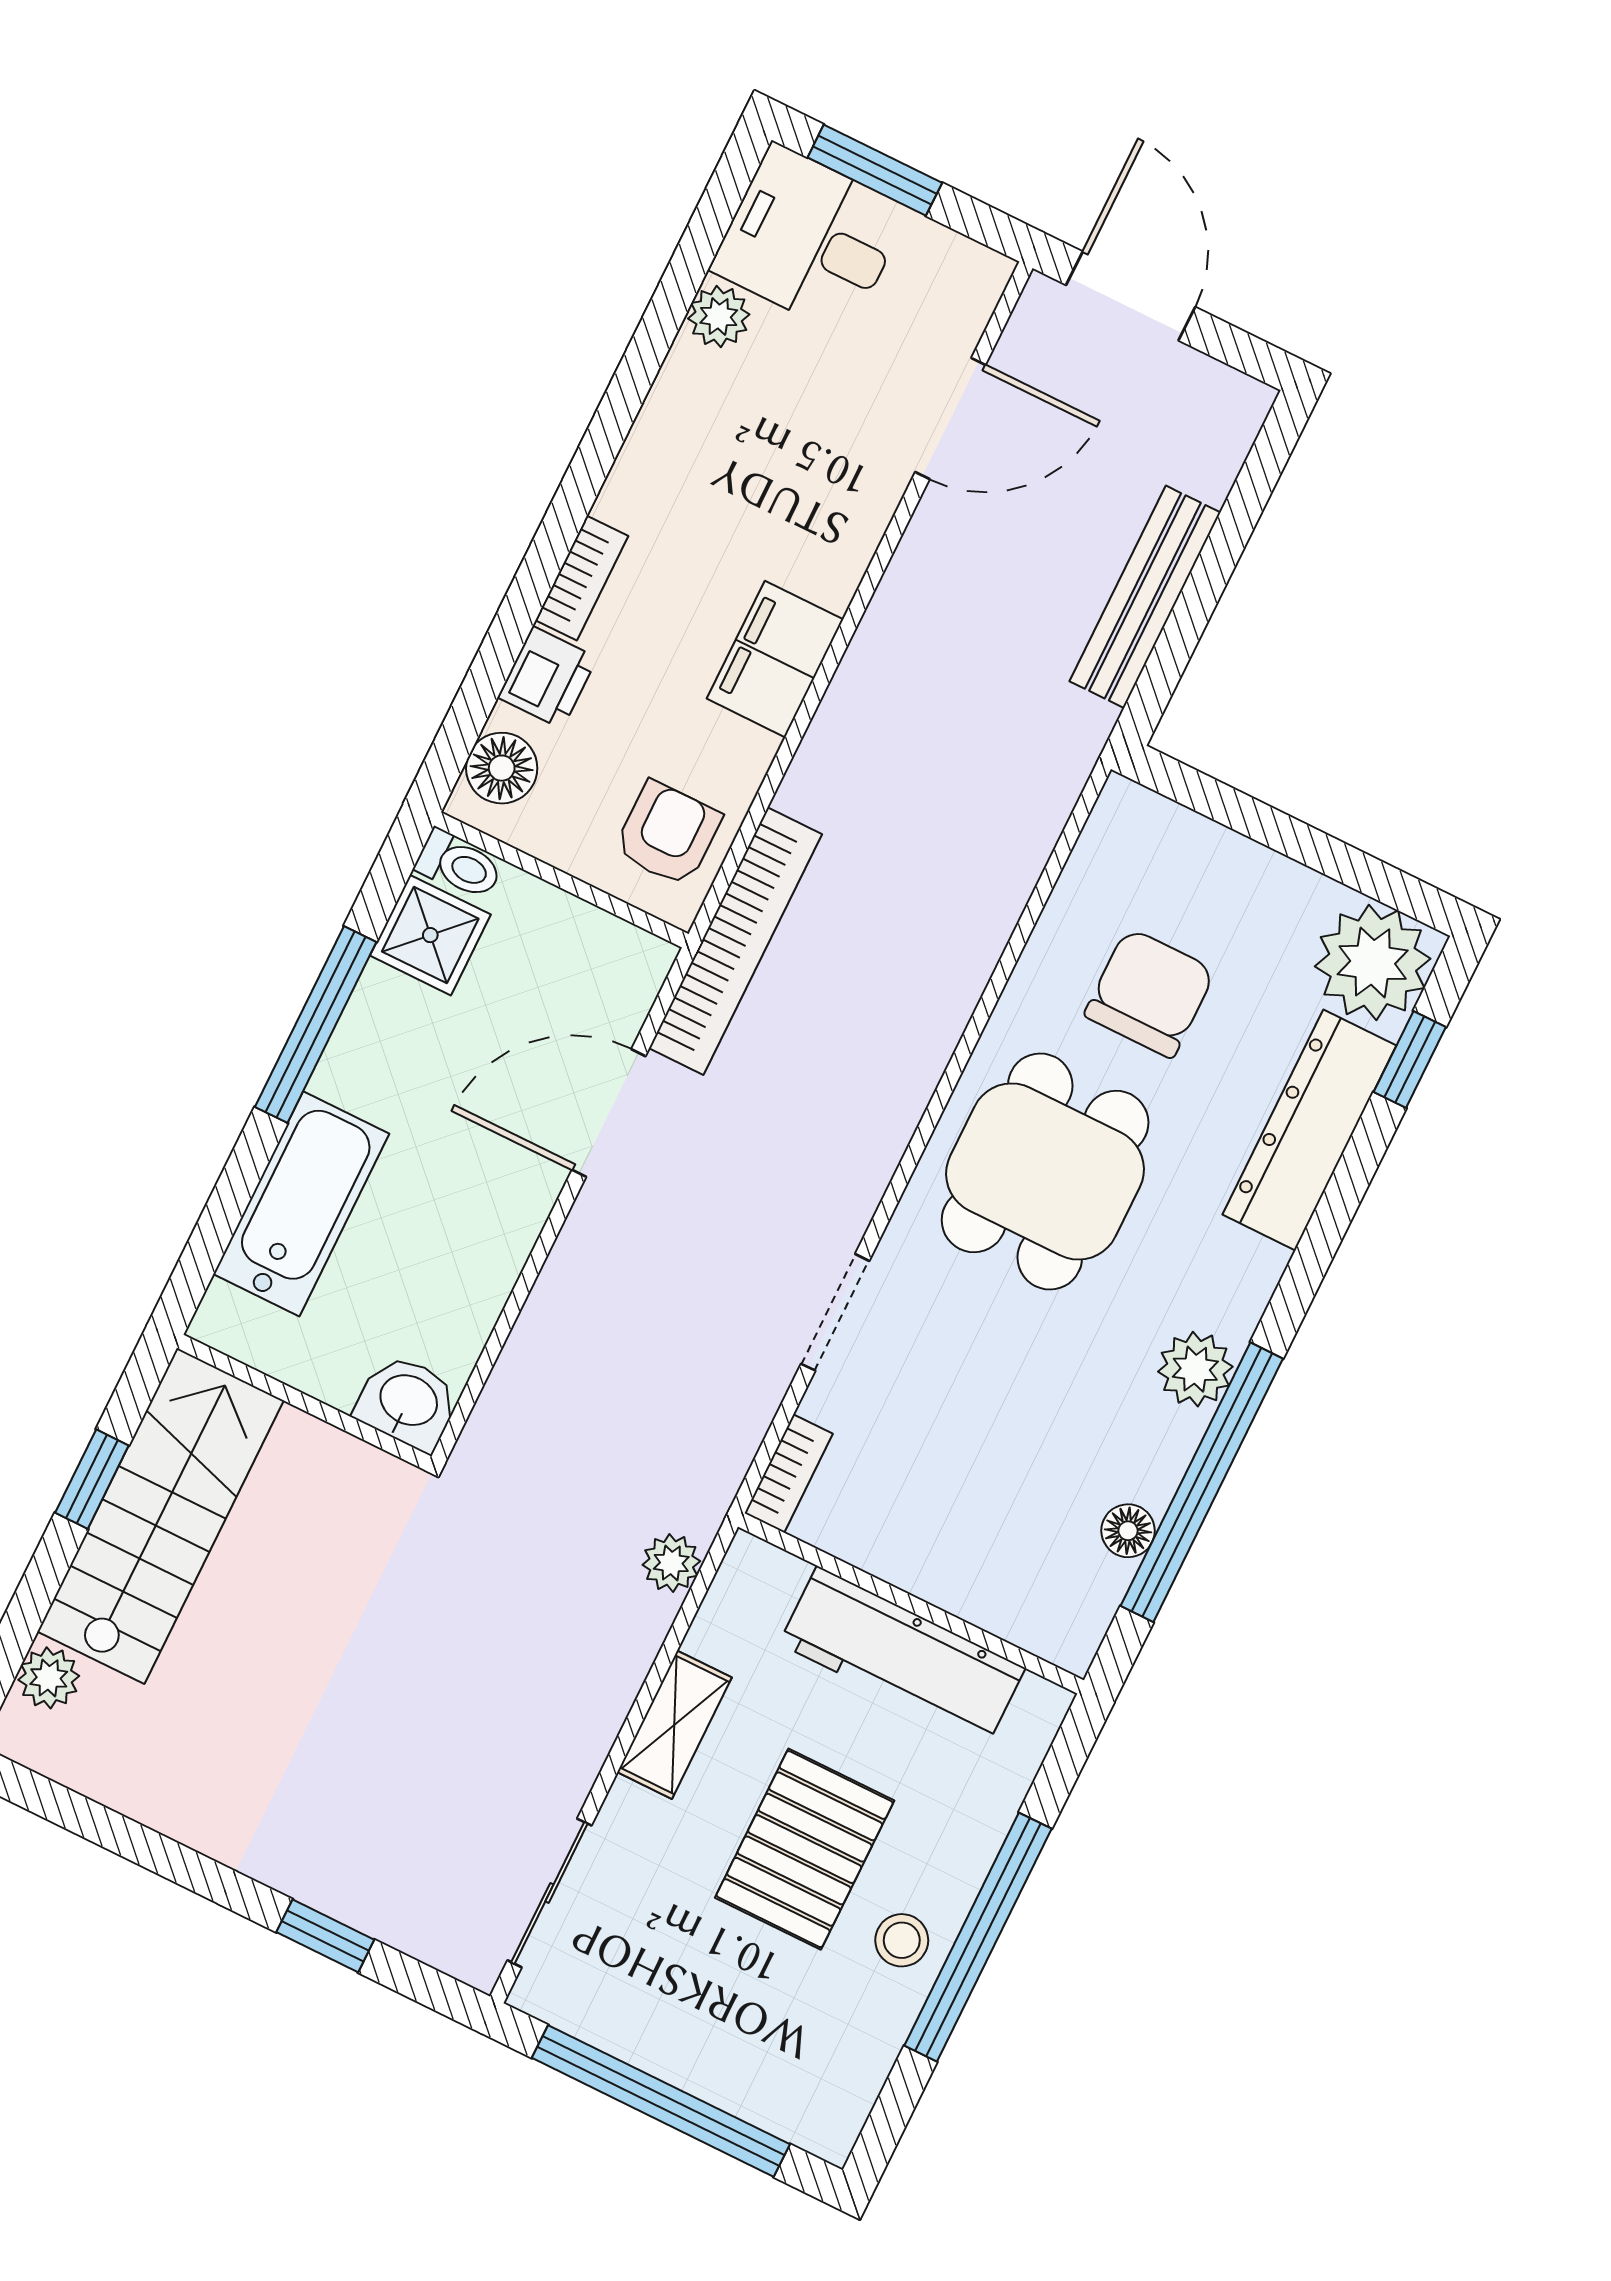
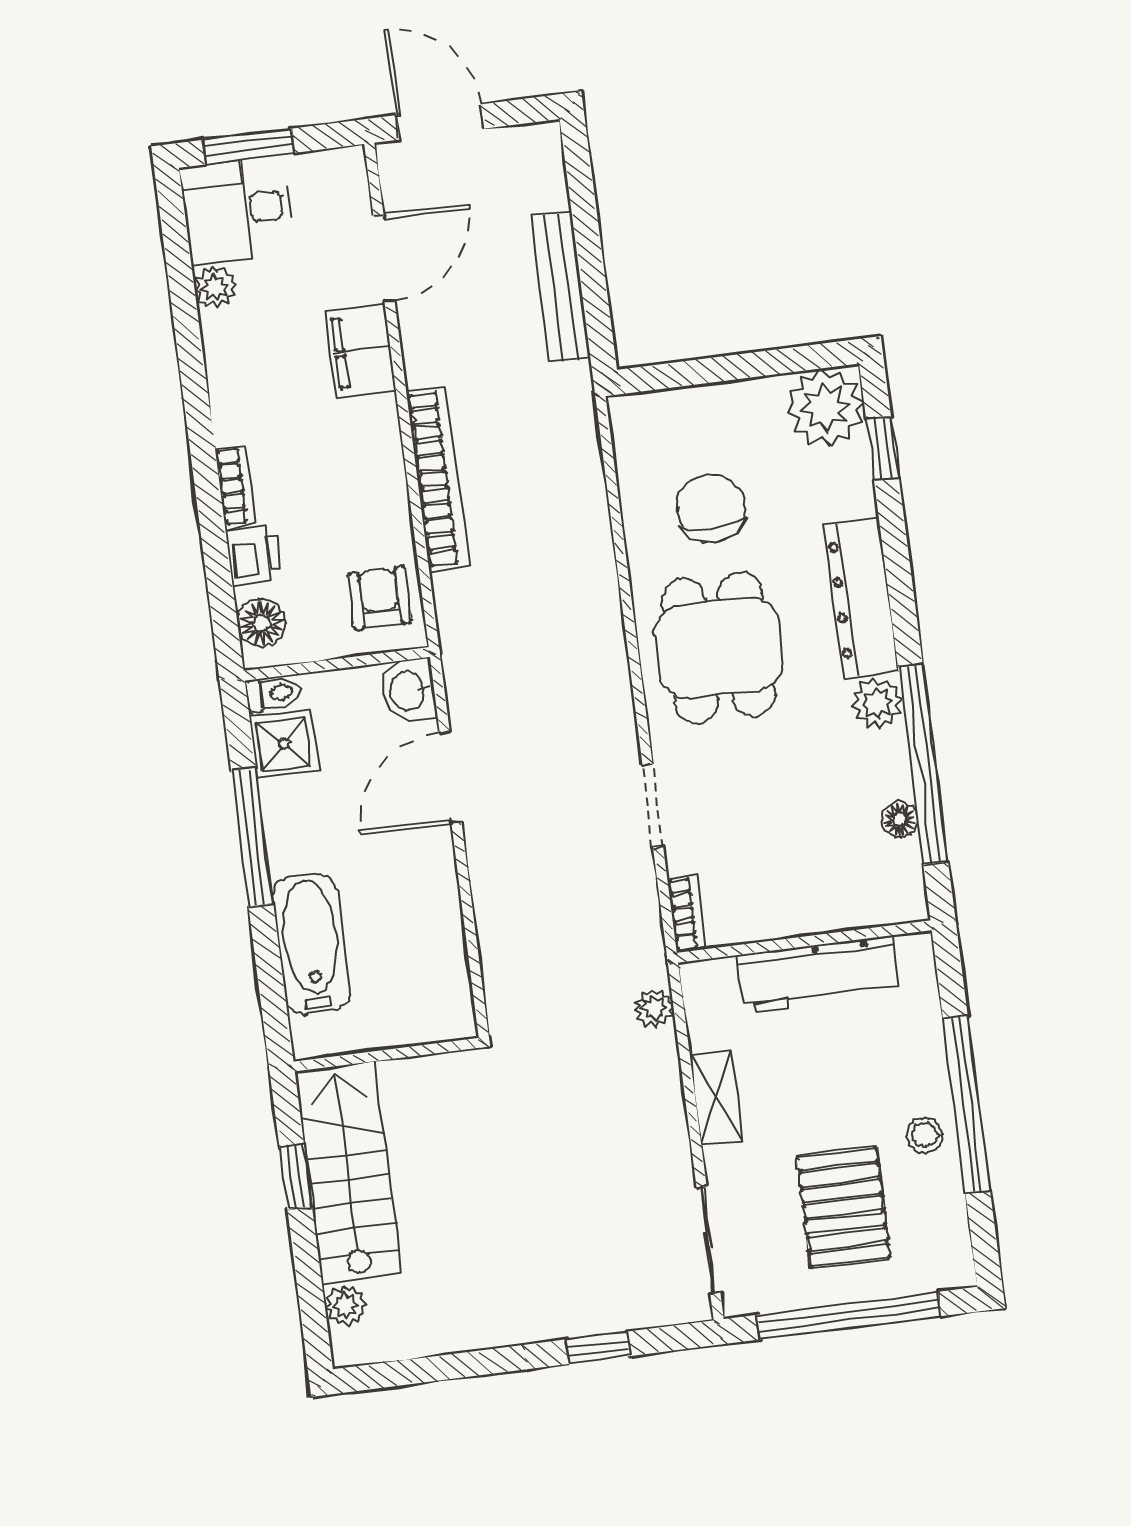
filing cabinet: (775, 659) -> (361, 351), moved
bookcase: (735, 941) -> (438, 479), moved
dresser: (1309, 1130) -> (861, 598), moved
washbasin: (408, 1402) -> (408, 691), moved, turned -90
pallet: (805, 1849) -> (843, 1207), moved

